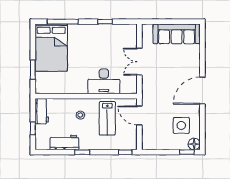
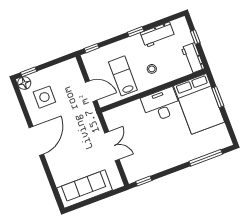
window: (105, 22) -> (144, 181), moved
bed: (51, 48) -> (199, 104), moved, turned 180
desk: (104, 81) -> (161, 105), moved

